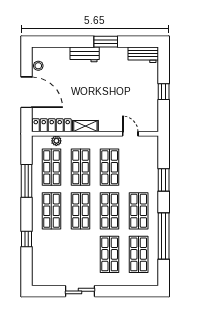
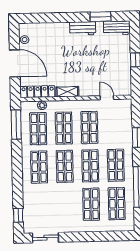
window: (106, 42) -> (100, 17), moved
workbench: (85, 54) -> (83, 28), moved
window: (27, 181) -> (16, 125), moved
window: (27, 239) -> (18, 215), moved
sliding door: (80, 291) -> (45, 238), moved

